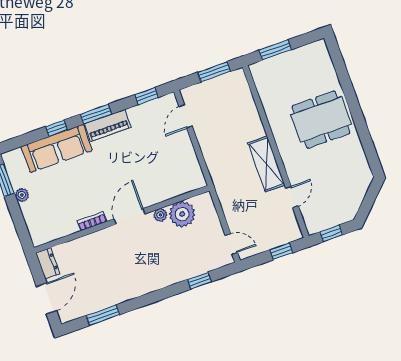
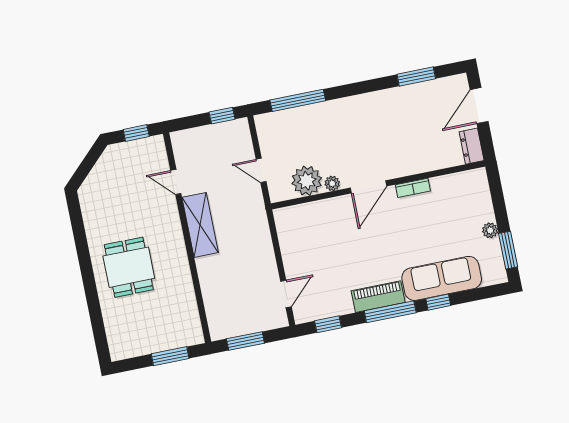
window: (96, 114) -> (390, 312), width x1.44
dining table: (321, 120) -> (129, 267), width x0.73
door: (292, 197) -> (176, 182), hinge flipped
door: (231, 244) -> (261, 170), moved
window: (281, 251) -> (222, 116), moved
window: (199, 281) -> (298, 100), width x2.17

